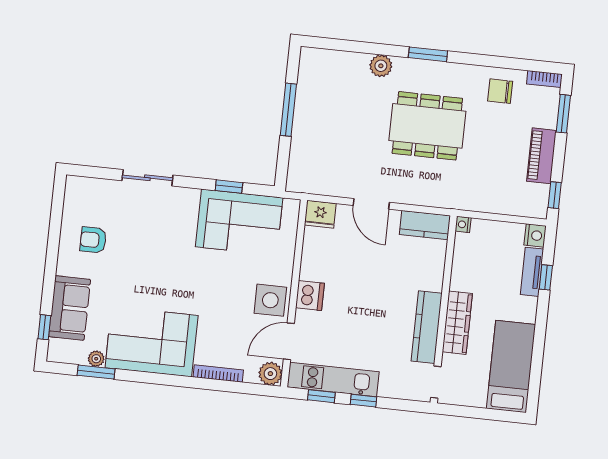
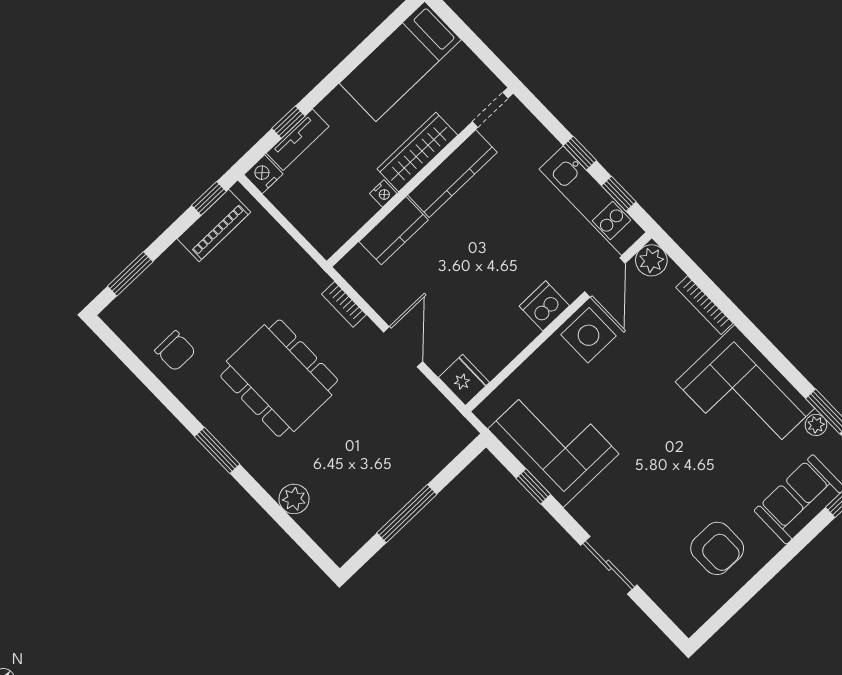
plant: (381, 66) -> (294, 499), moved
bookcase: (544, 79) -> (344, 304), moved, turned 180
piano: (541, 156) -> (214, 225), moved
nightstand: (463, 224) -> (383, 193), moved
kitchen counter: (425, 225) -> (394, 231), moved, turned 90
armchair: (93, 240) -> (717, 548), width x1.38, depth x1.38
door: (289, 341) -> (605, 277), hinge flipped

